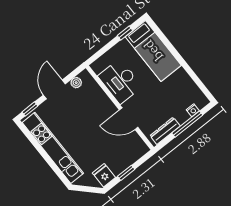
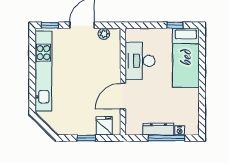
door: (129, 119) -> (123, 96), hinge flipped
dresser: (165, 131) -> (158, 129), moved
fridge: (104, 175) -> (104, 126), moved

